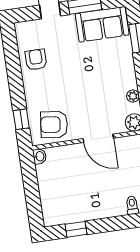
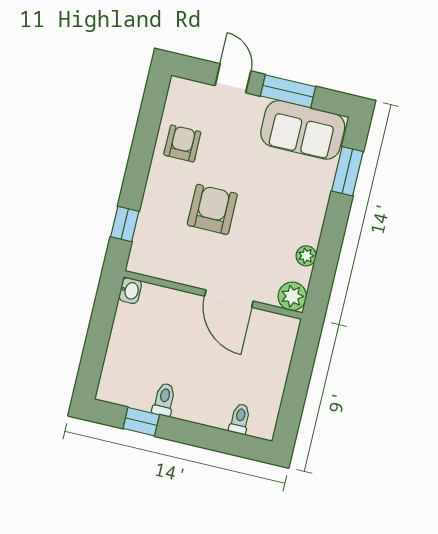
armchair: (54, 125) -> (212, 209), moved, turned 83
toilet: (84, 211) -> (164, 400), added

